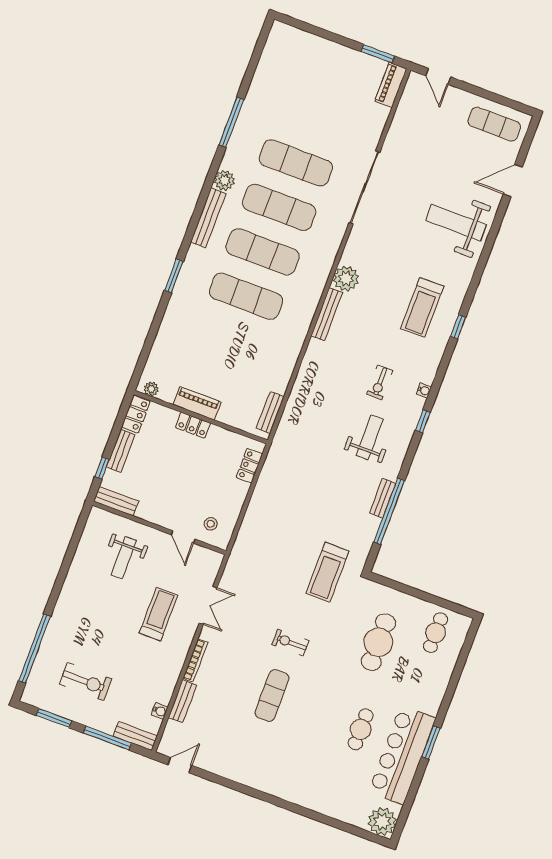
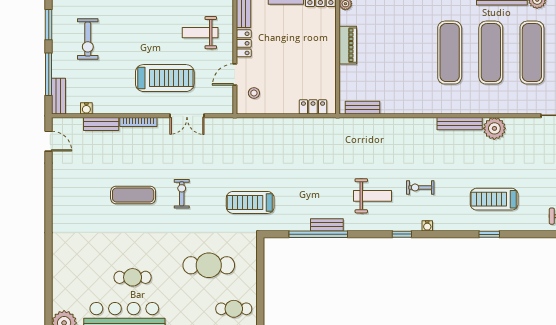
locker: (193, 425) -> (244, 43), moved, turned 180
treadmill: (159, 614) -> (165, 78), width x1.37, depth x1.37

